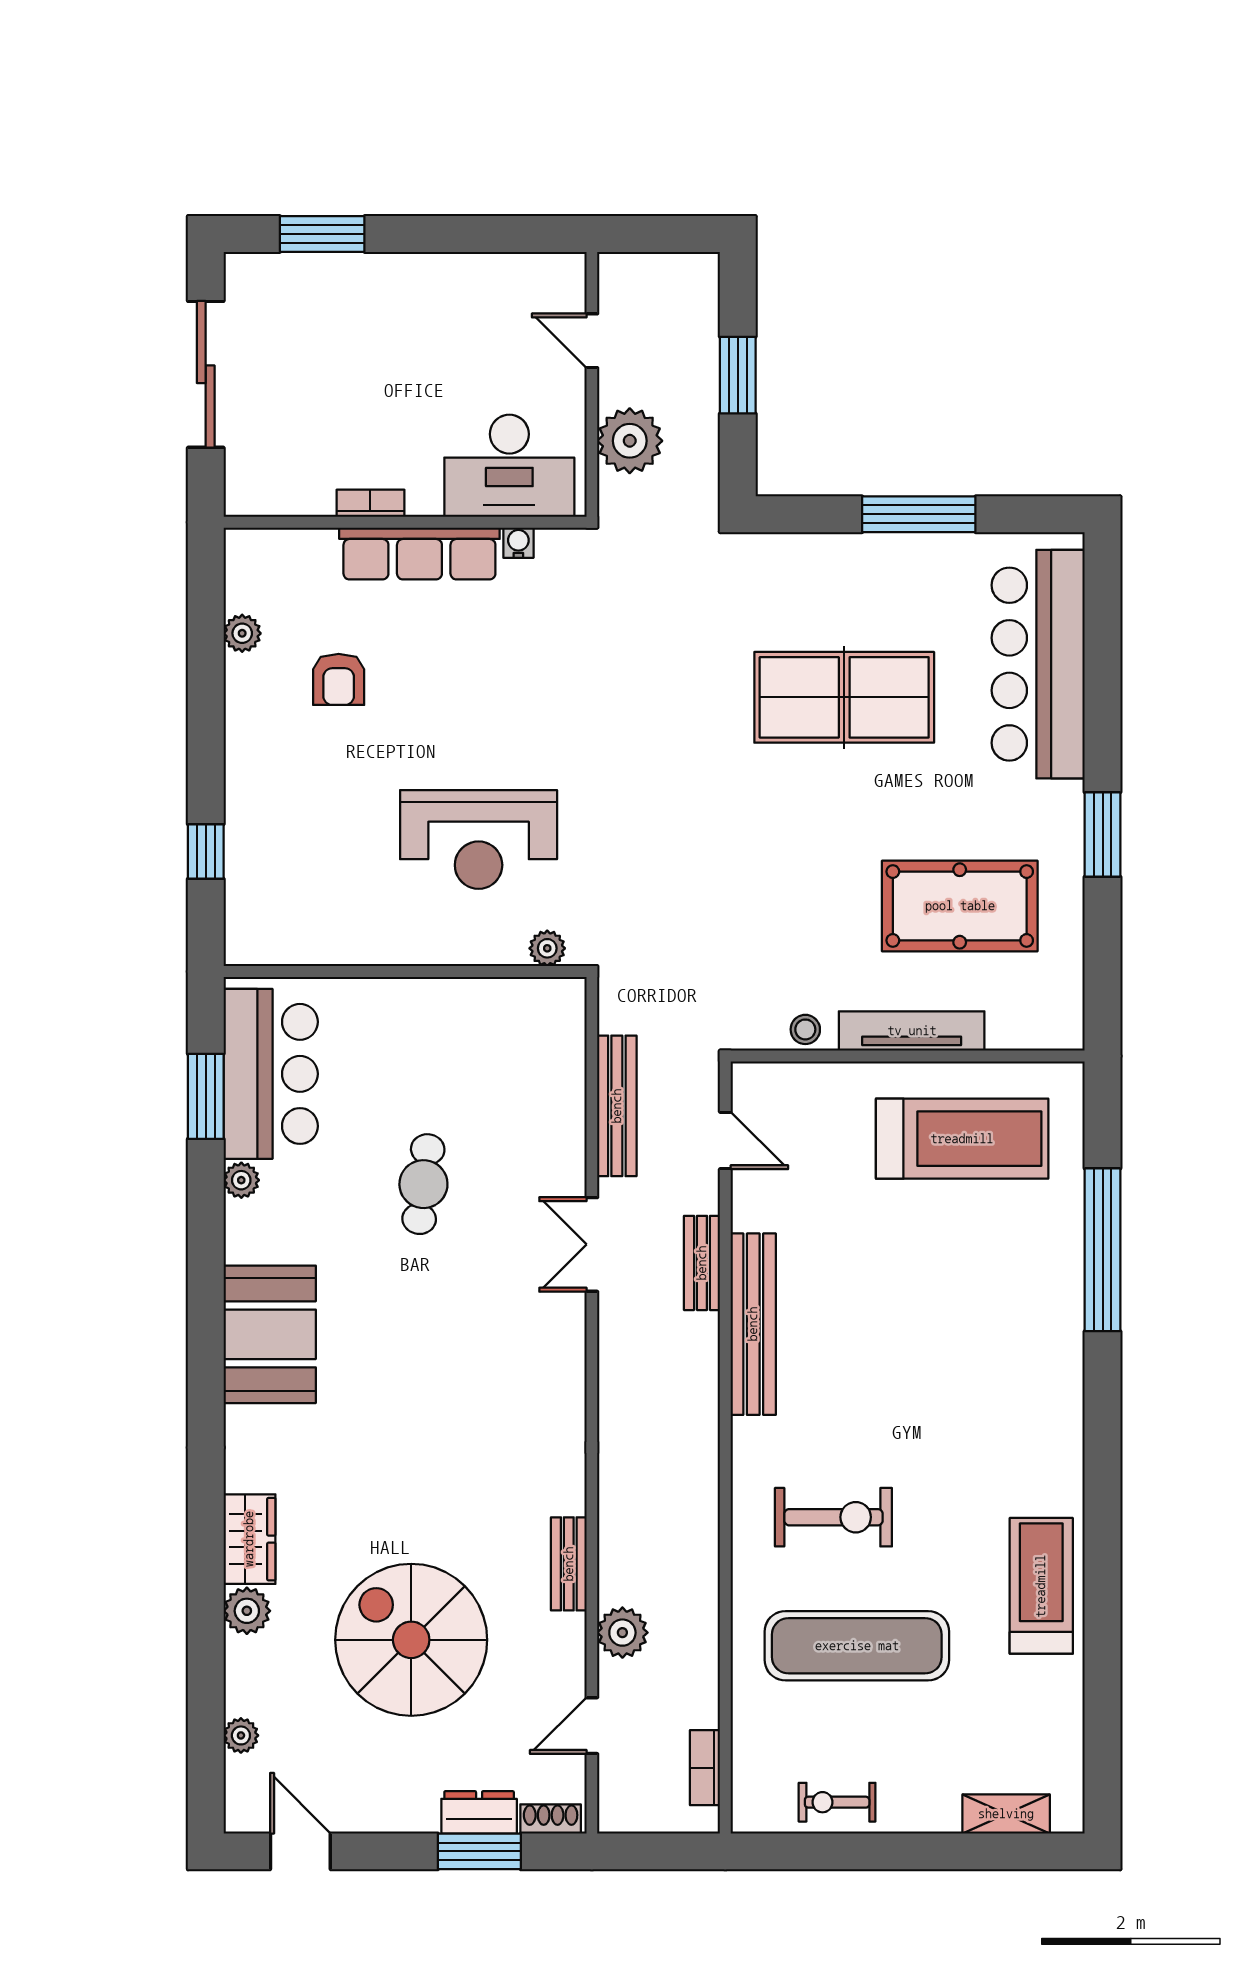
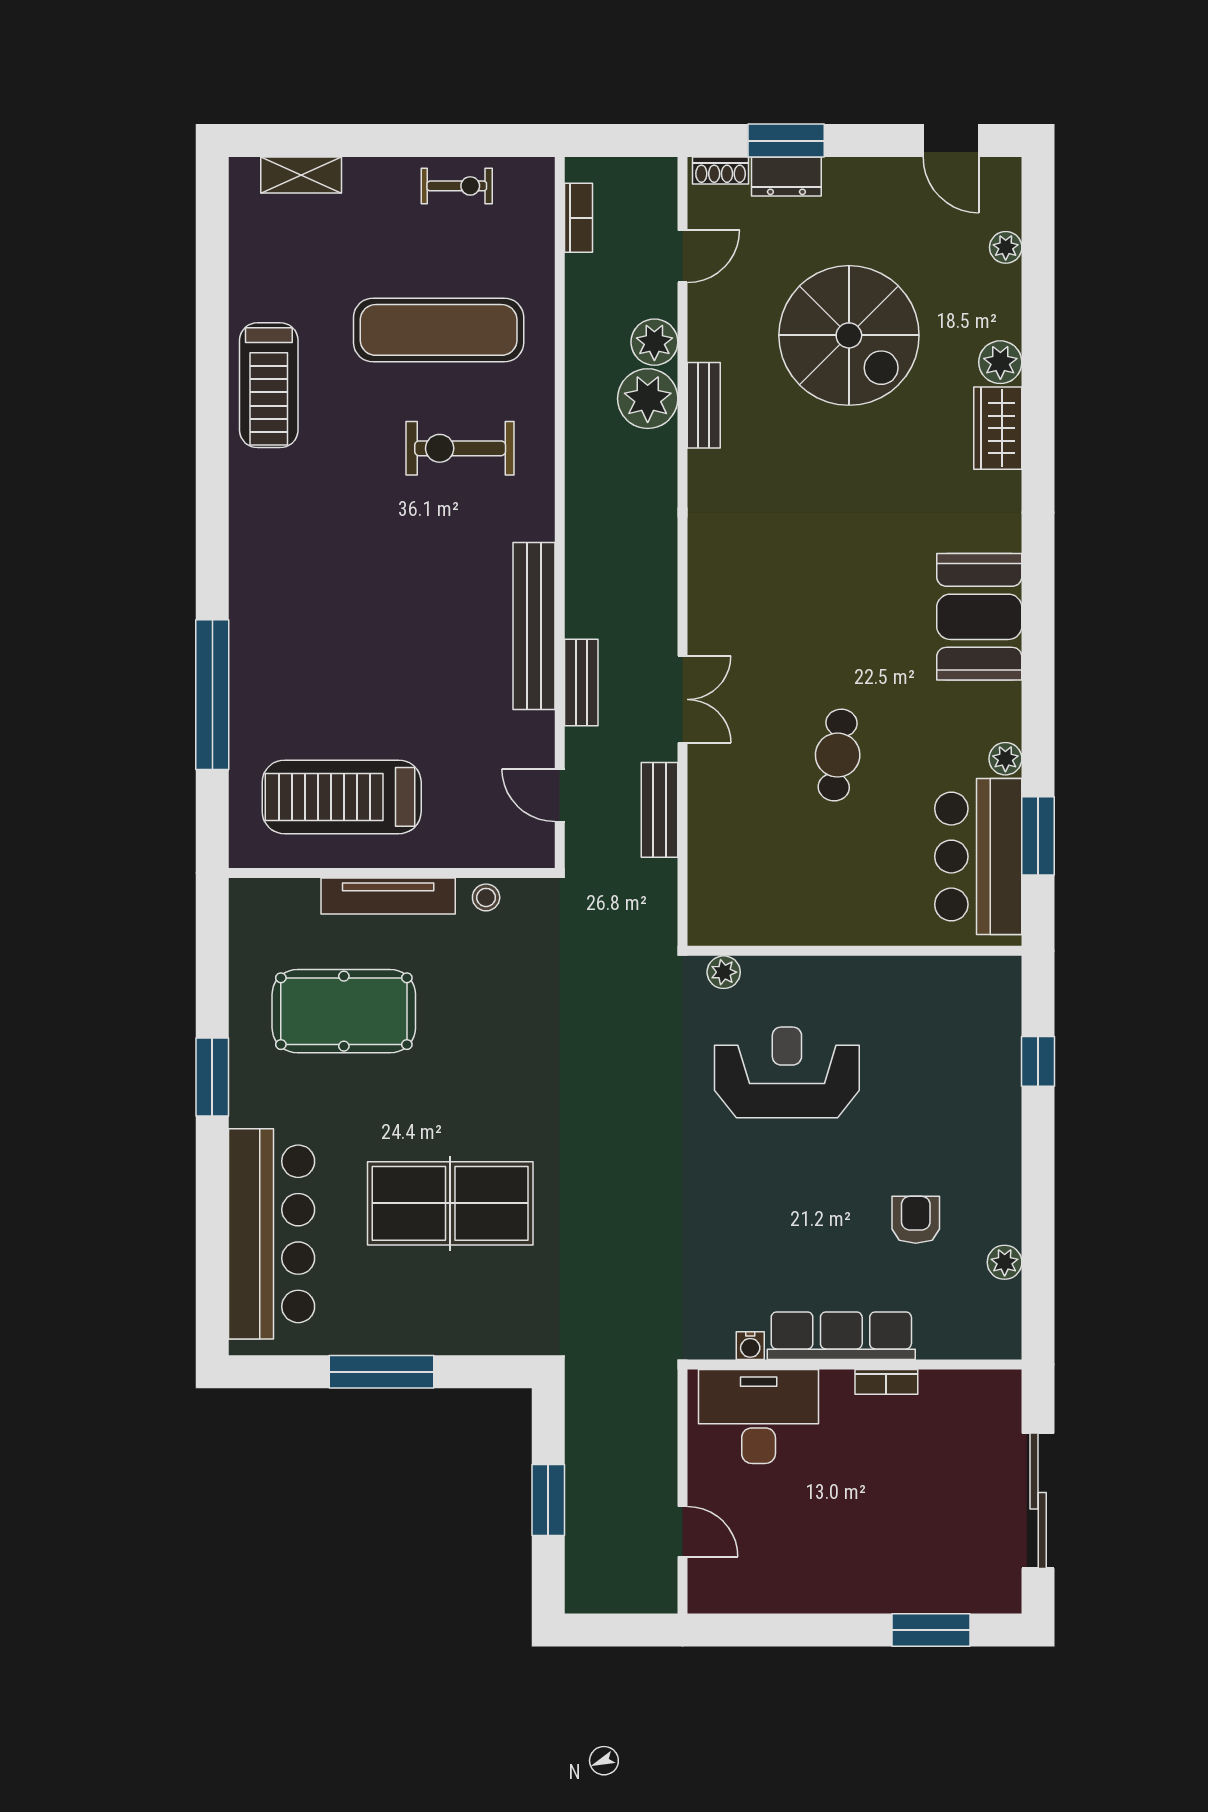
plant: (630, 441) -> (648, 399), moved
bench: (617, 1106) -> (660, 810), width x0.73

